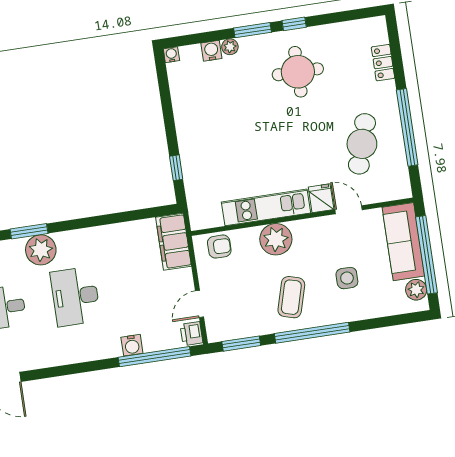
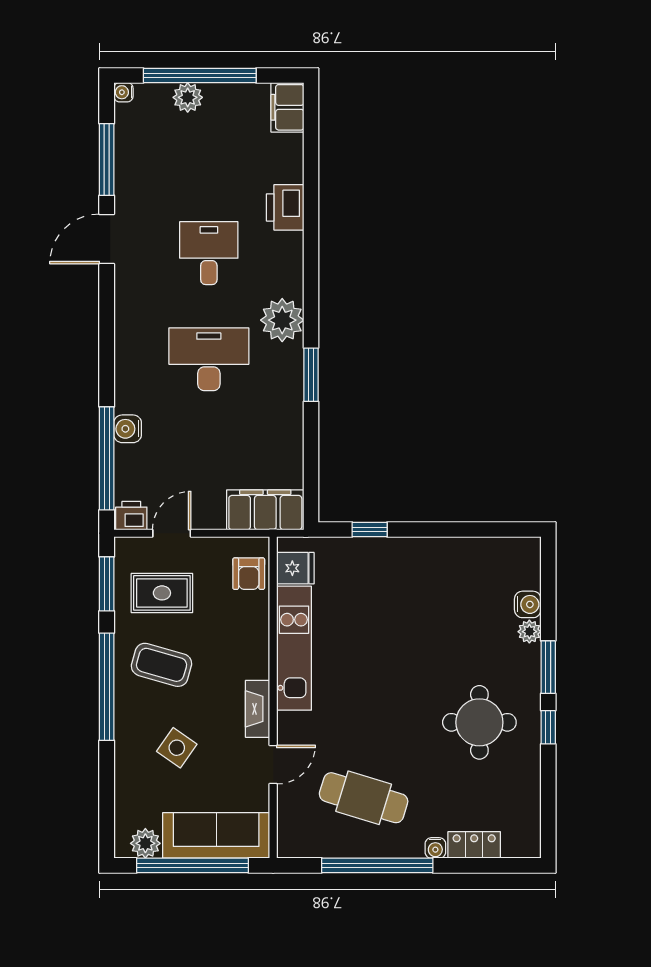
water cooler: (171, 55) -> (435, 848), moved, turned 90
fridge: (321, 198) -> (295, 568), moved
fireplace: (312, 226) -> (258, 709), added
window: (29, 231) -> (311, 375), moved
plant: (276, 239) -> (247, 655), removed
side table: (347, 278) -> (177, 748), turned 35
door: (199, 304) -> (172, 533), hinge flipped
rug: (242, 304) -> (162, 593), added

